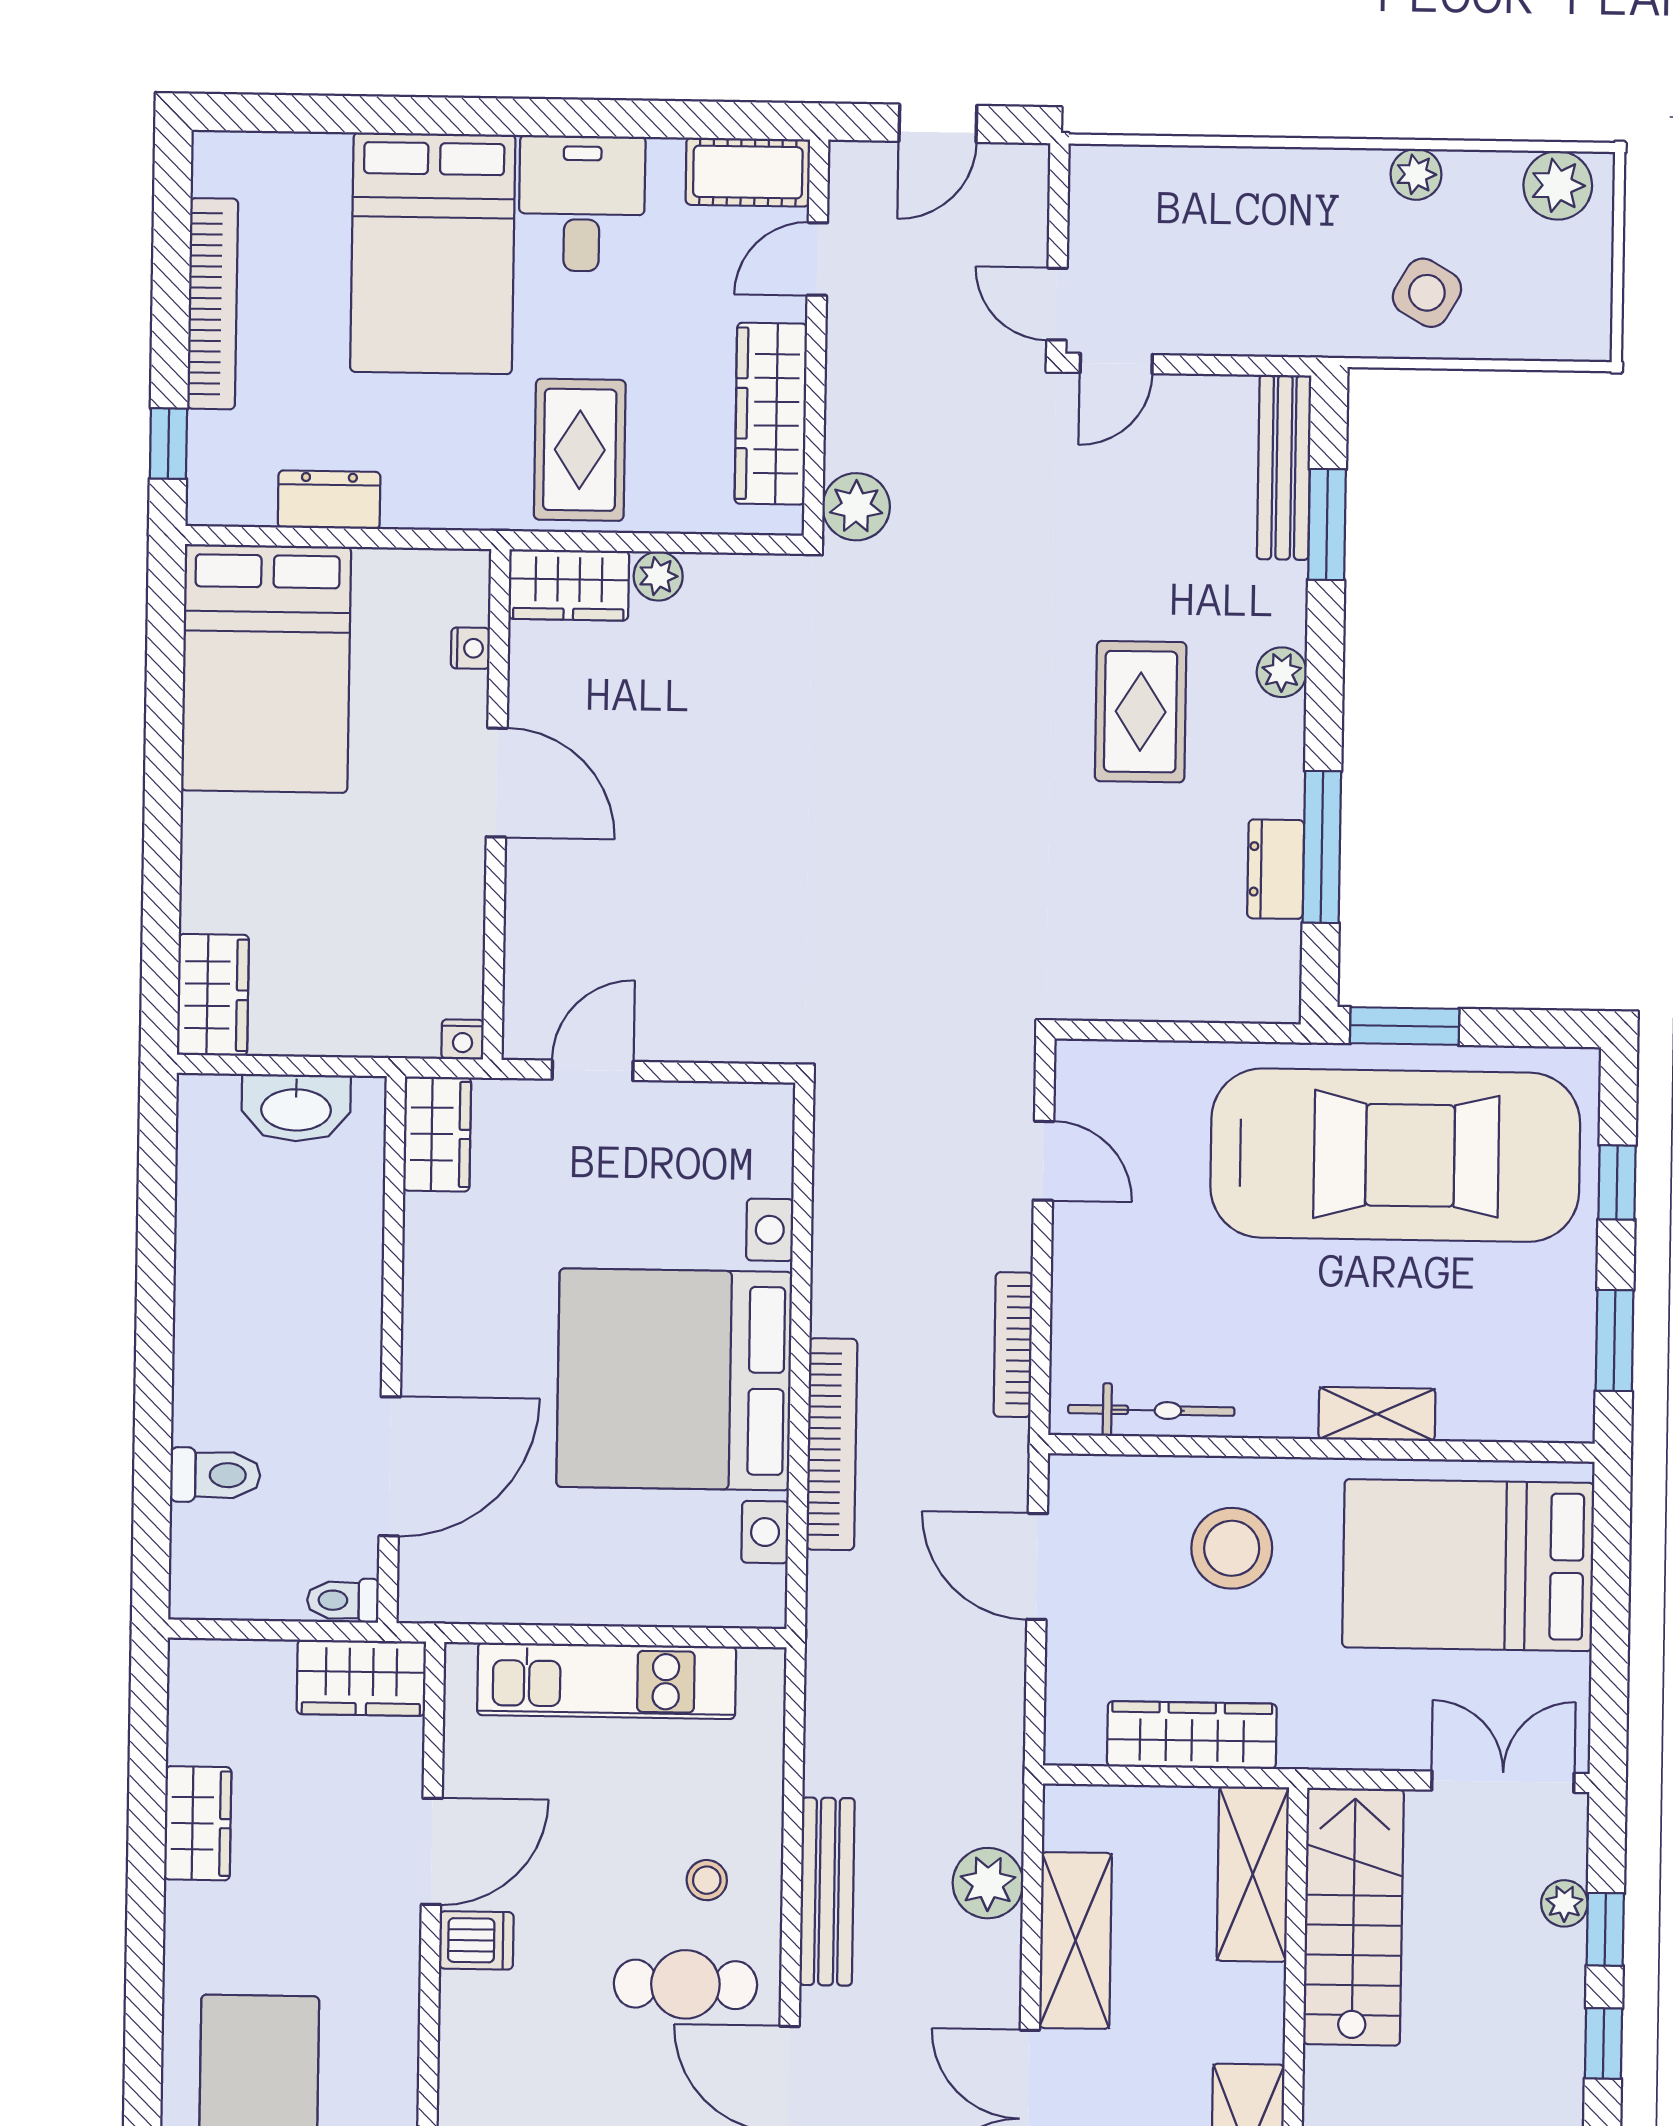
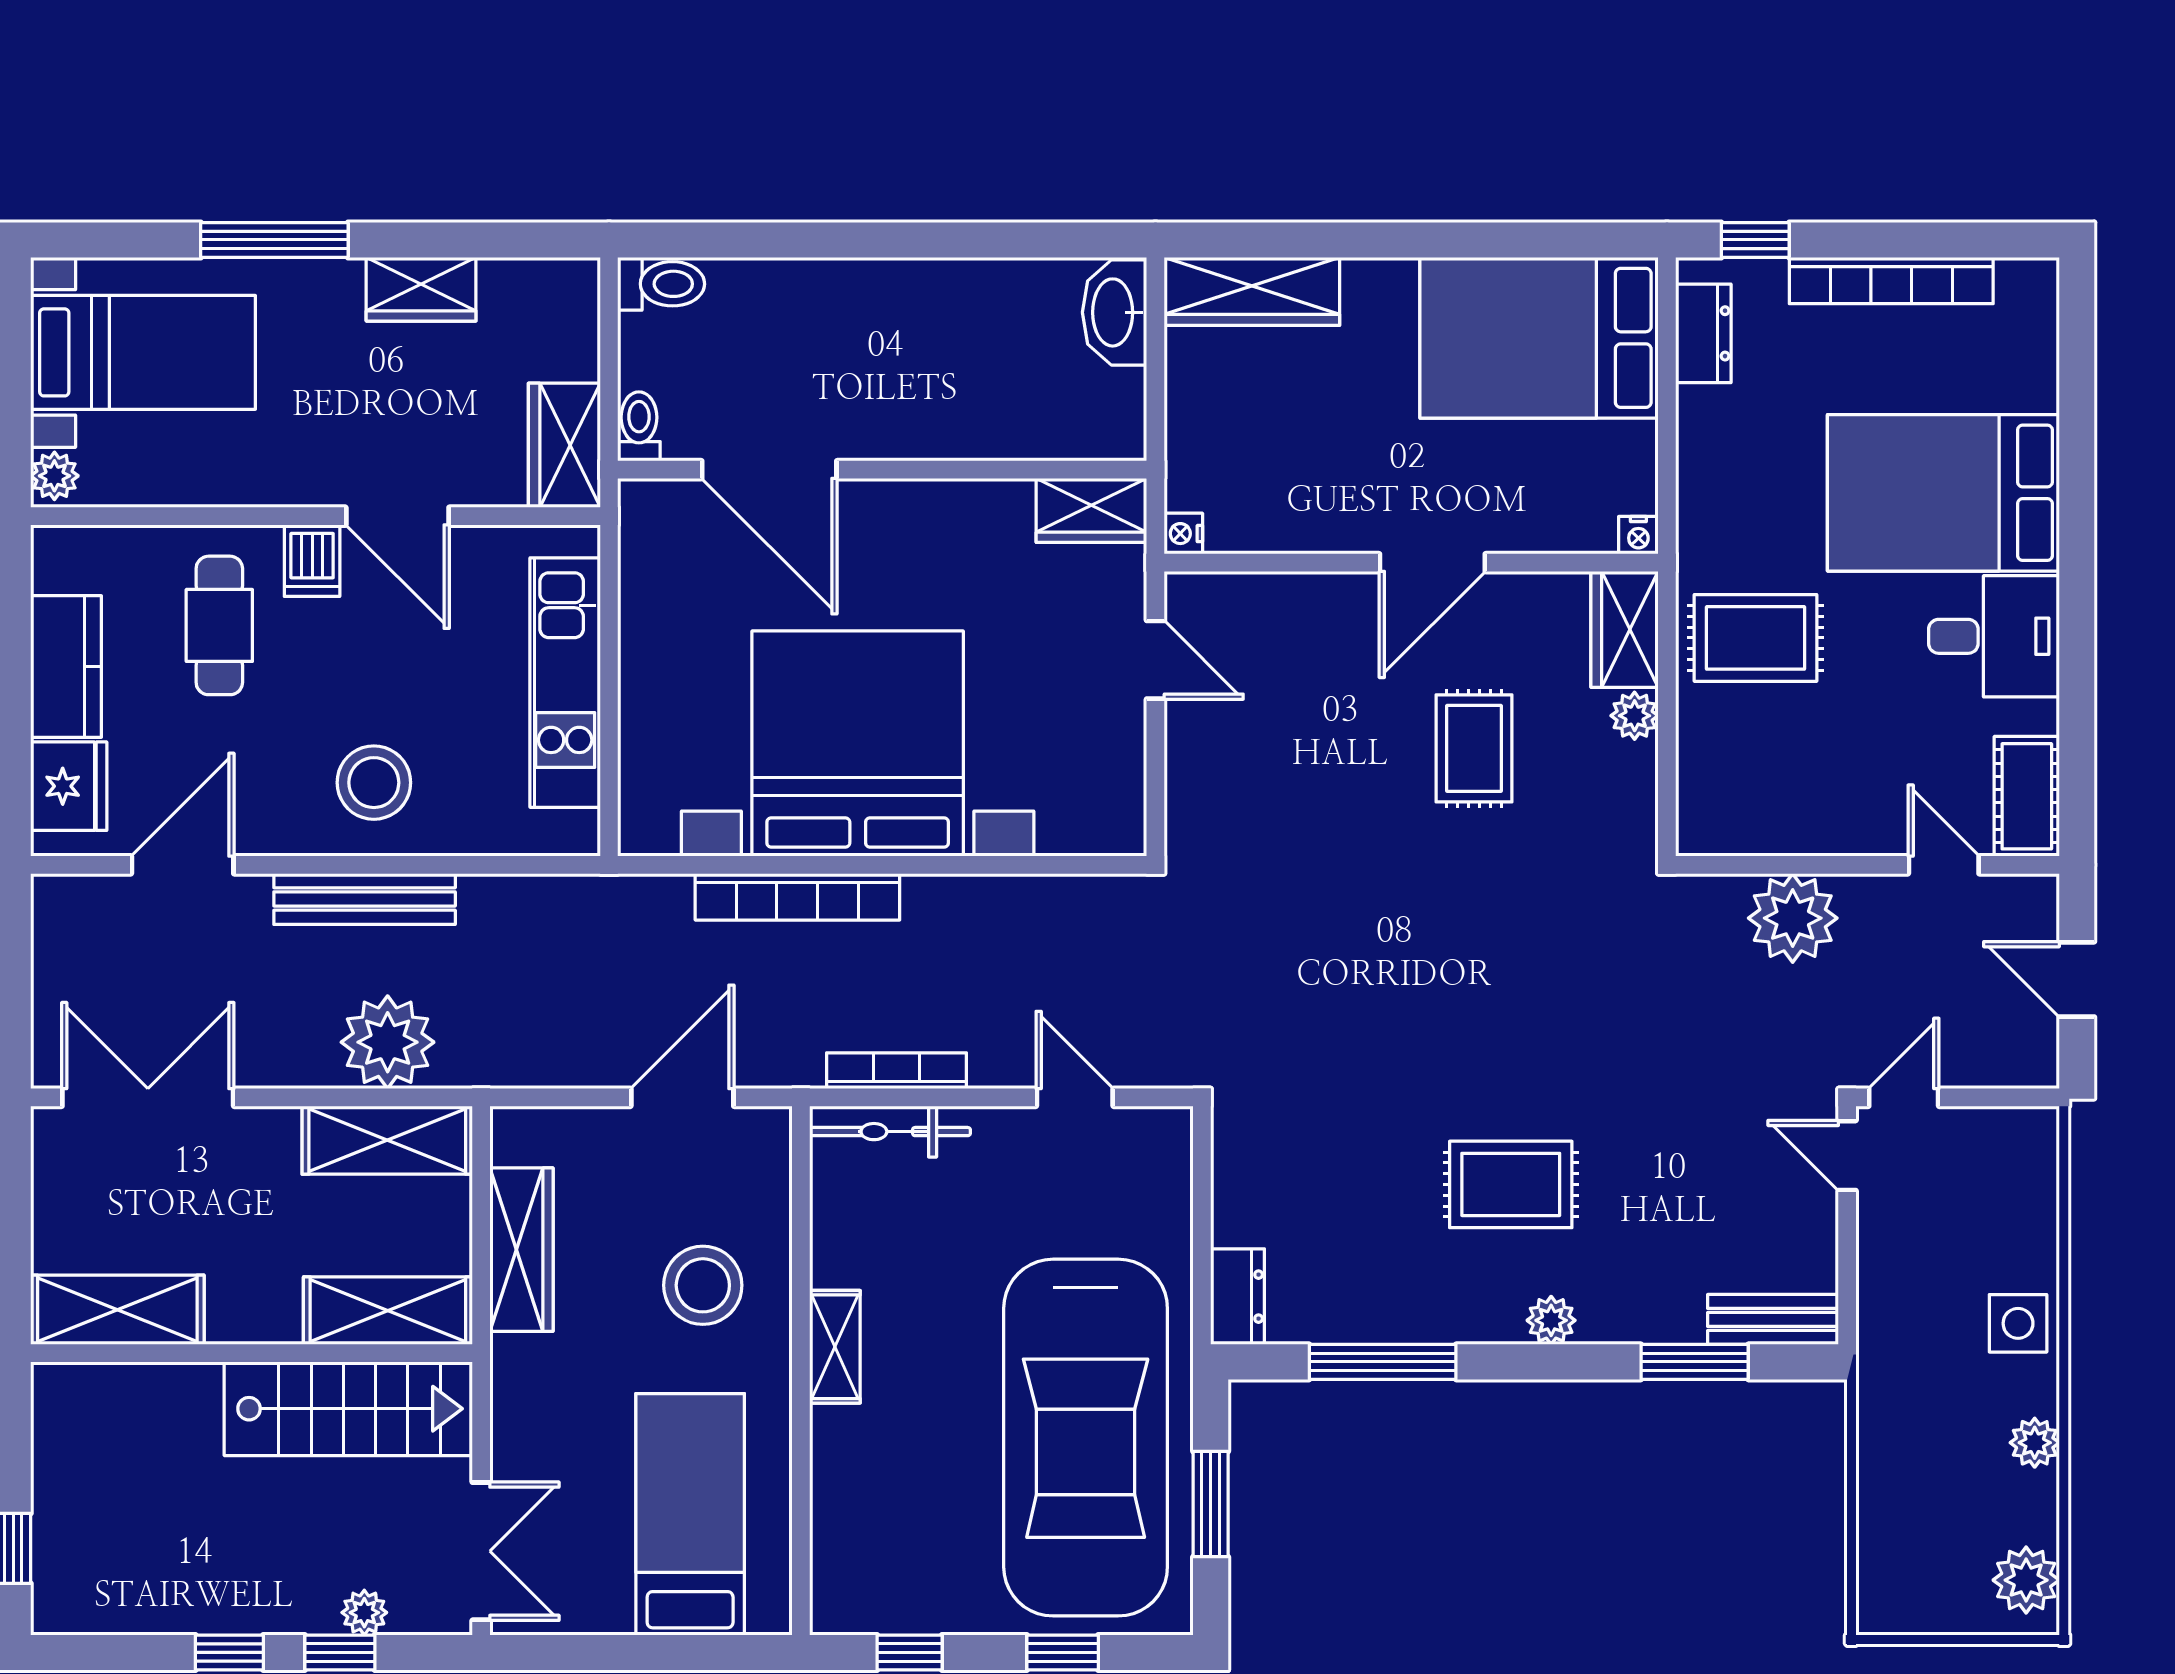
side table: (1427, 293) -> (2018, 1323), moved, turned -30
wardrobe: (771, 414) -> (1793, 822), removed
bench: (1284, 467) -> (1773, 1319), width x0.73
dresser: (329, 500) -> (1703, 333), moved
plant: (856, 507) -> (1793, 918), moved, width x1.36, depth x1.36
nightstand: (470, 648) -> (1638, 535), moved
rug: (689, 743) -> (1474, 748), added
dresser: (1276, 869) -> (1238, 1297), moved, turned 90
wardrobe: (213, 995) -> (1252, 291), width x1.50
window: (1405, 1026) -> (1211, 1504), moved
washbasin: (296, 1108) -> (1115, 312), moved
door: (1044, 1161) -> (1075, 1097), swing flipped
window: (1615, 1341) -> (910, 1652), width x0.67
bicycle: (1151, 1410) -> (890, 1132), moved, turned 90
shelving: (1377, 1414) -> (835, 1347), moved
toilet: (215, 1475) -> (661, 284), moved, turned -90
bed: (1468, 1565) -> (690, 1514), width x0.67
stool: (707, 1880) -> (374, 783), width x1.89, depth x1.89
plant: (988, 1883) -> (388, 1042), width x1.36, depth x1.36
shelving: (1075, 1940) -> (387, 1140), moved
window: (144, 1974) -> (274, 240), added
cafe table: (685, 1984) -> (219, 625), moved

